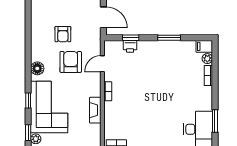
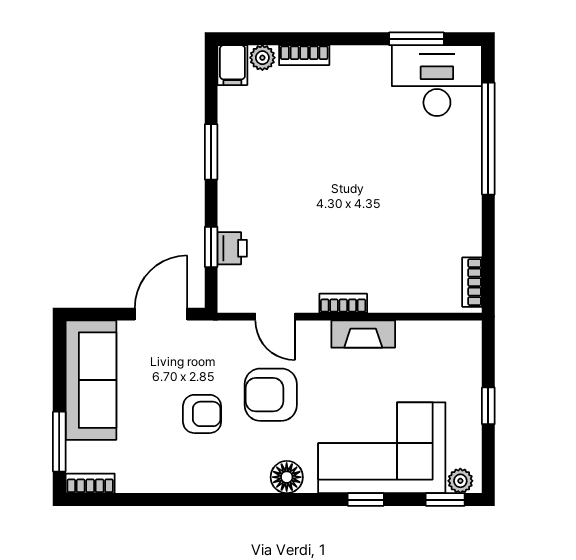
fireplace: (95, 110) -> (363, 334), moved

